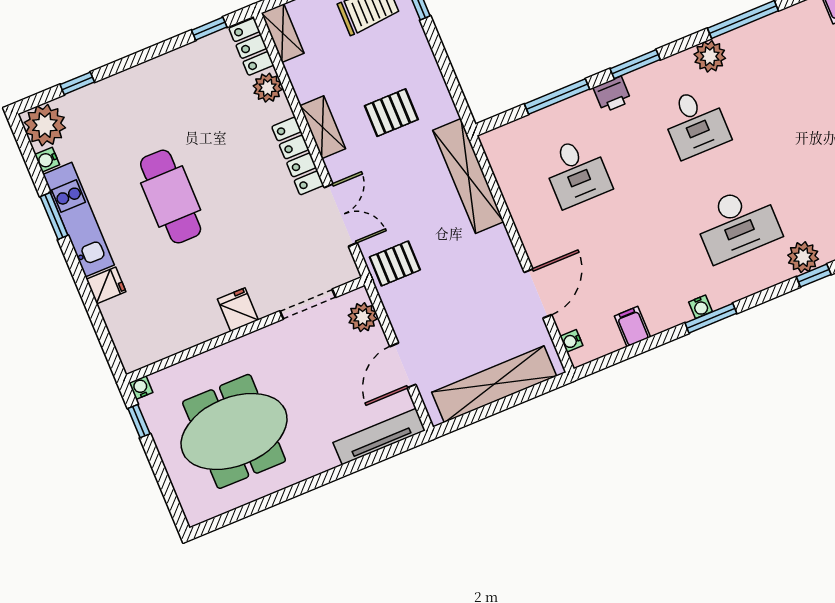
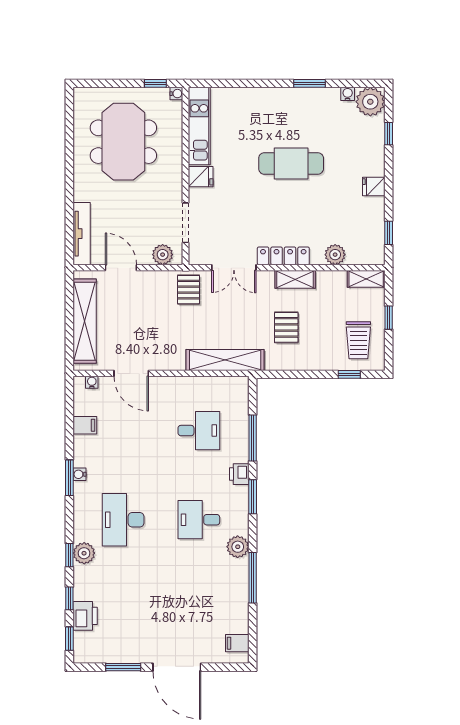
locker: (251, 47) -> (366, 255), removed
desk: (577, 172) -> (199, 431), turned 180
kitchen unit: (78, 220) -> (199, 126), moved, turned -90
fridge: (106, 286) -> (374, 186), moved, turned 90

